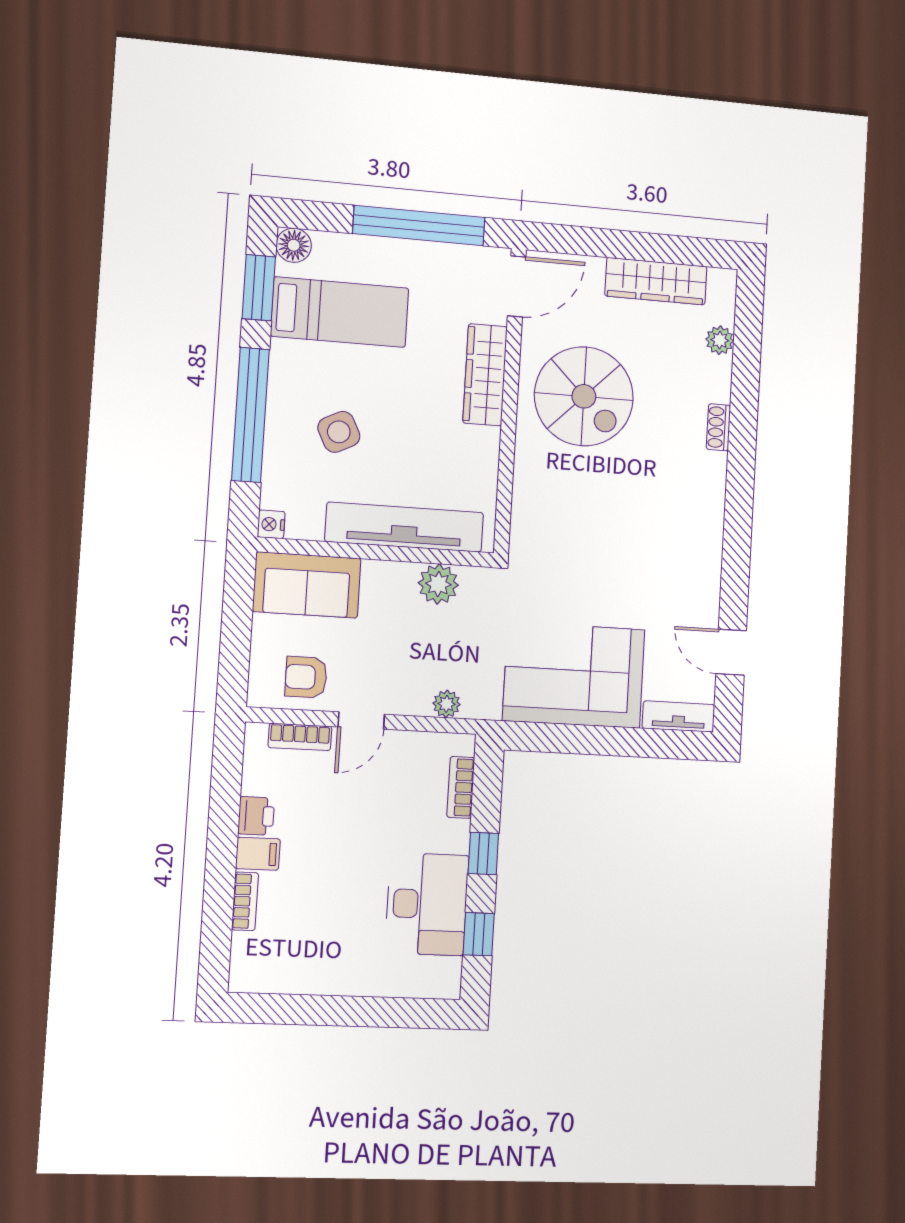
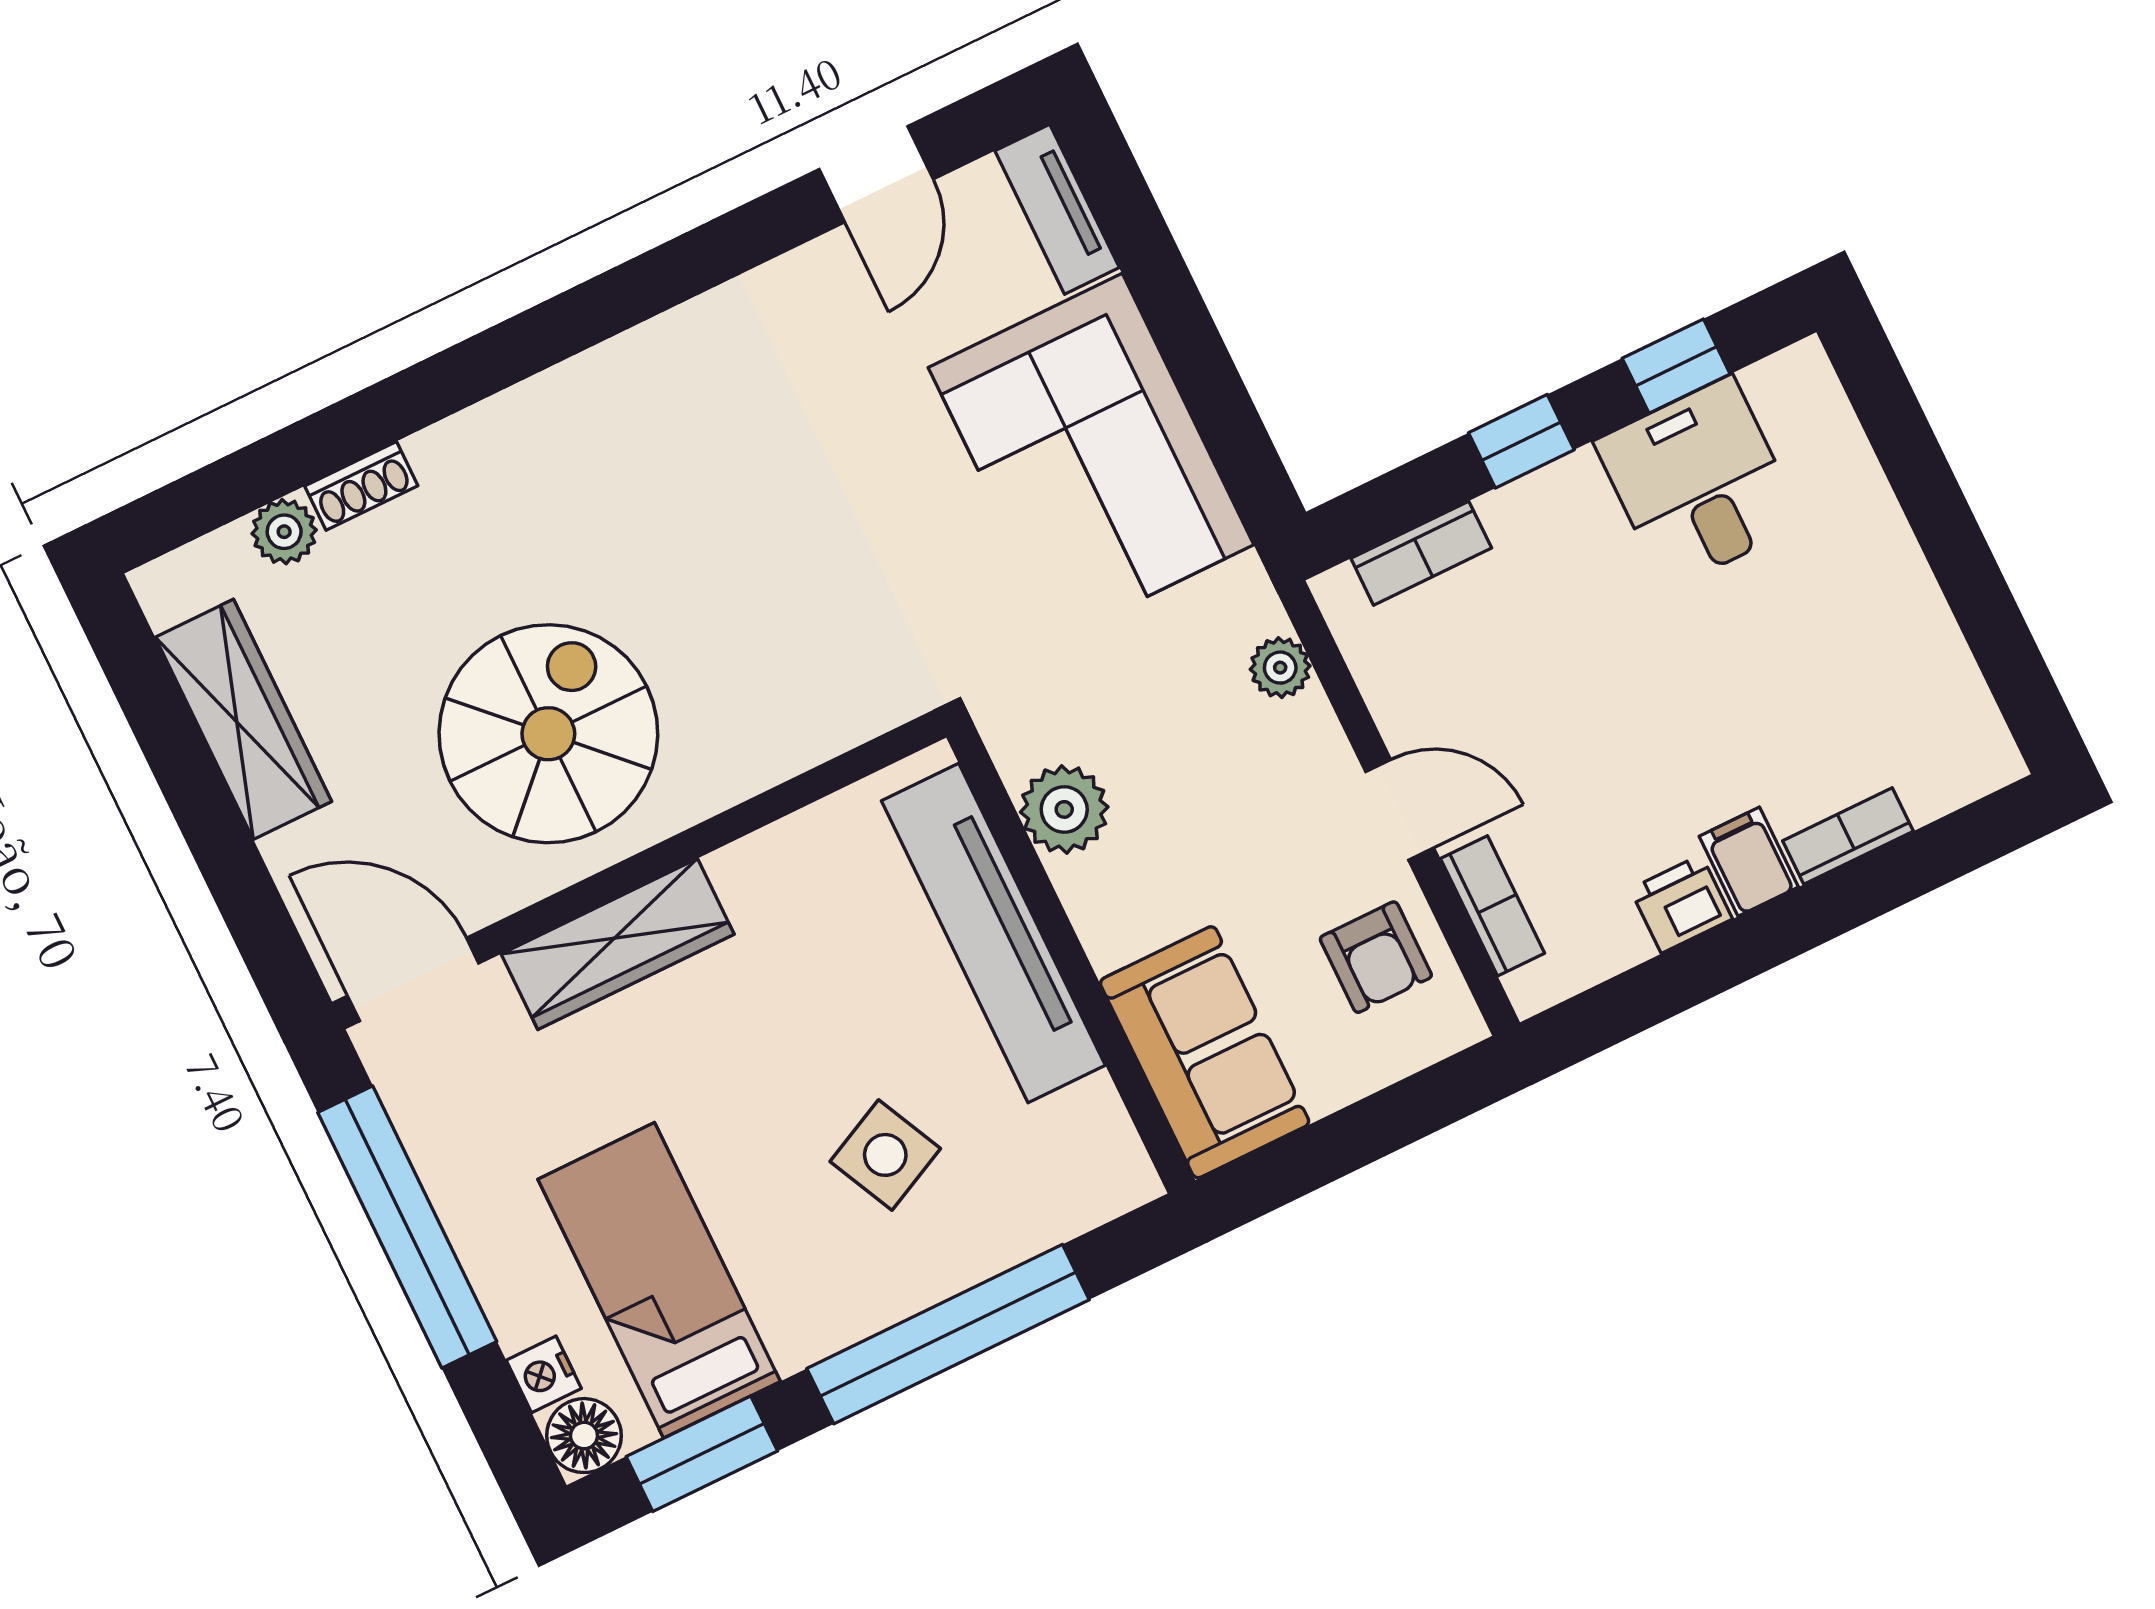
shoe rack: (718, 427) -> (361, 486), moved
nightstand: (271, 524) -> (544, 1374), moved, turned 90
desk: (427, 904) -> (1699, 483), width x0.73

